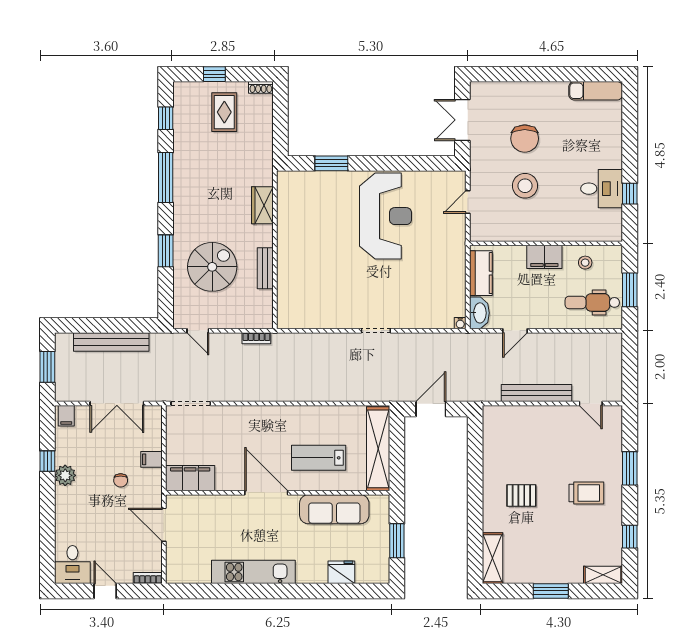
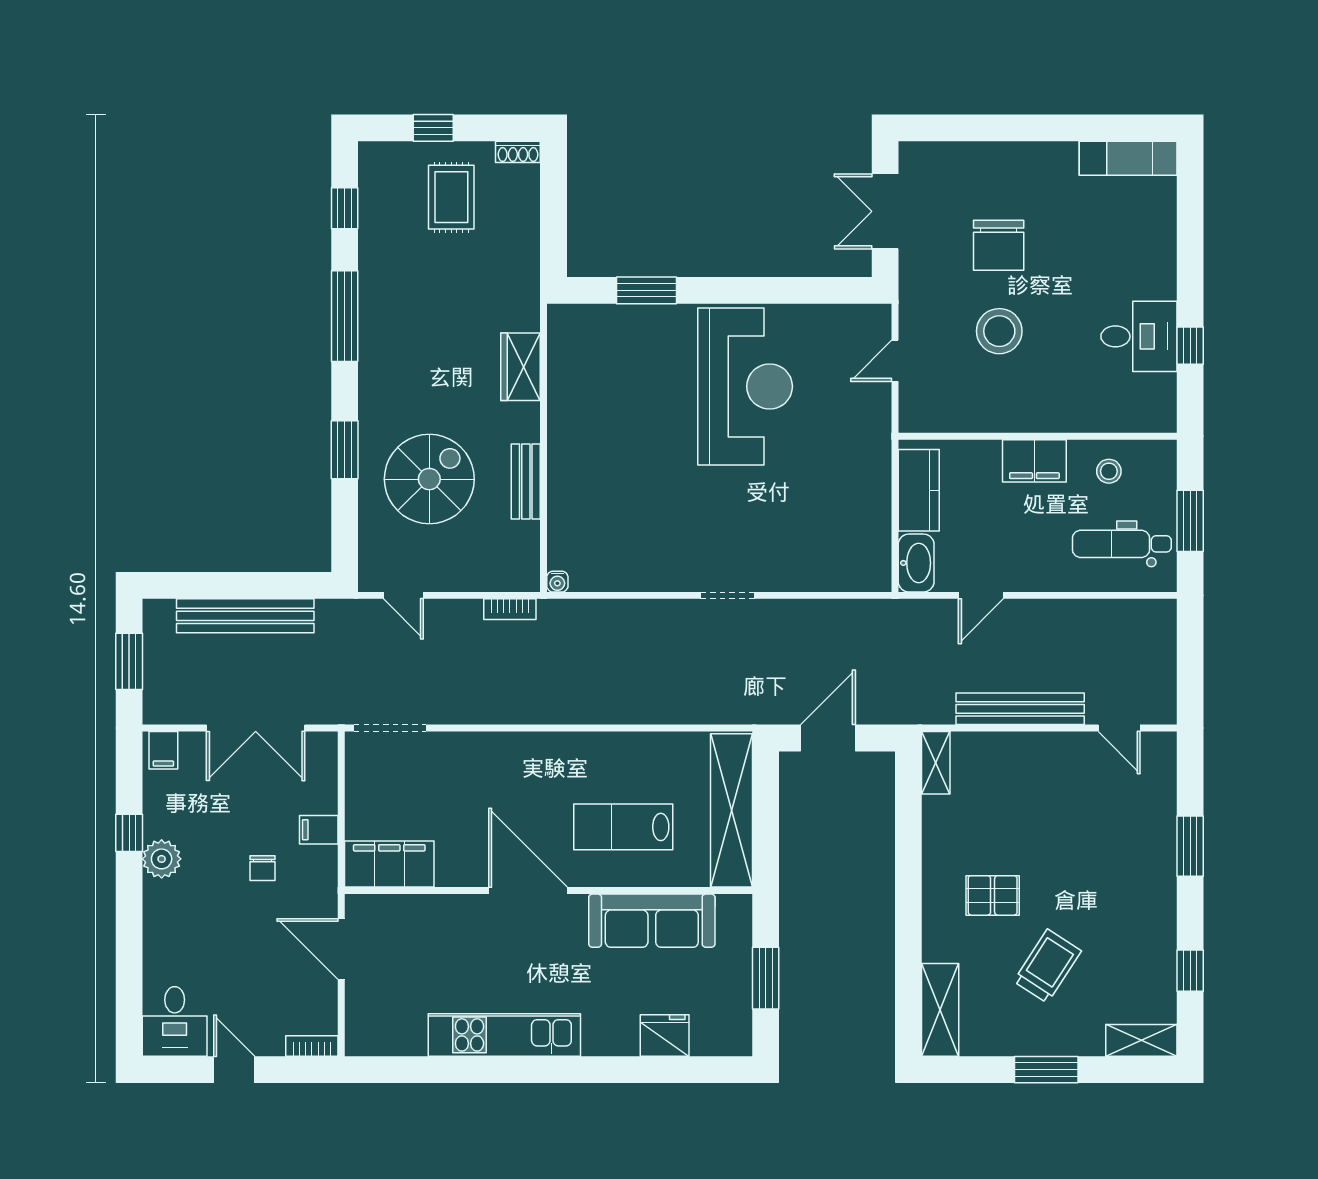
water cooler: (460, 323) -> (557, 582), moved
shelving: (490, 423) -> (936, 763), added
trolley: (586, 493) -> (1047, 966), moved, turned -57

